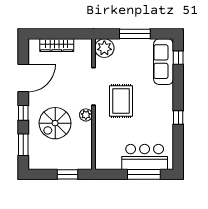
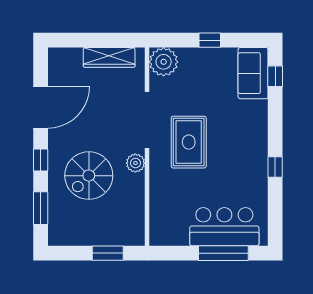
window: (135, 34) -> (210, 40), width x0.46
wardrobe: (57, 45) -> (109, 57), moved
sofa: (164, 62) -> (253, 73), width x0.73

